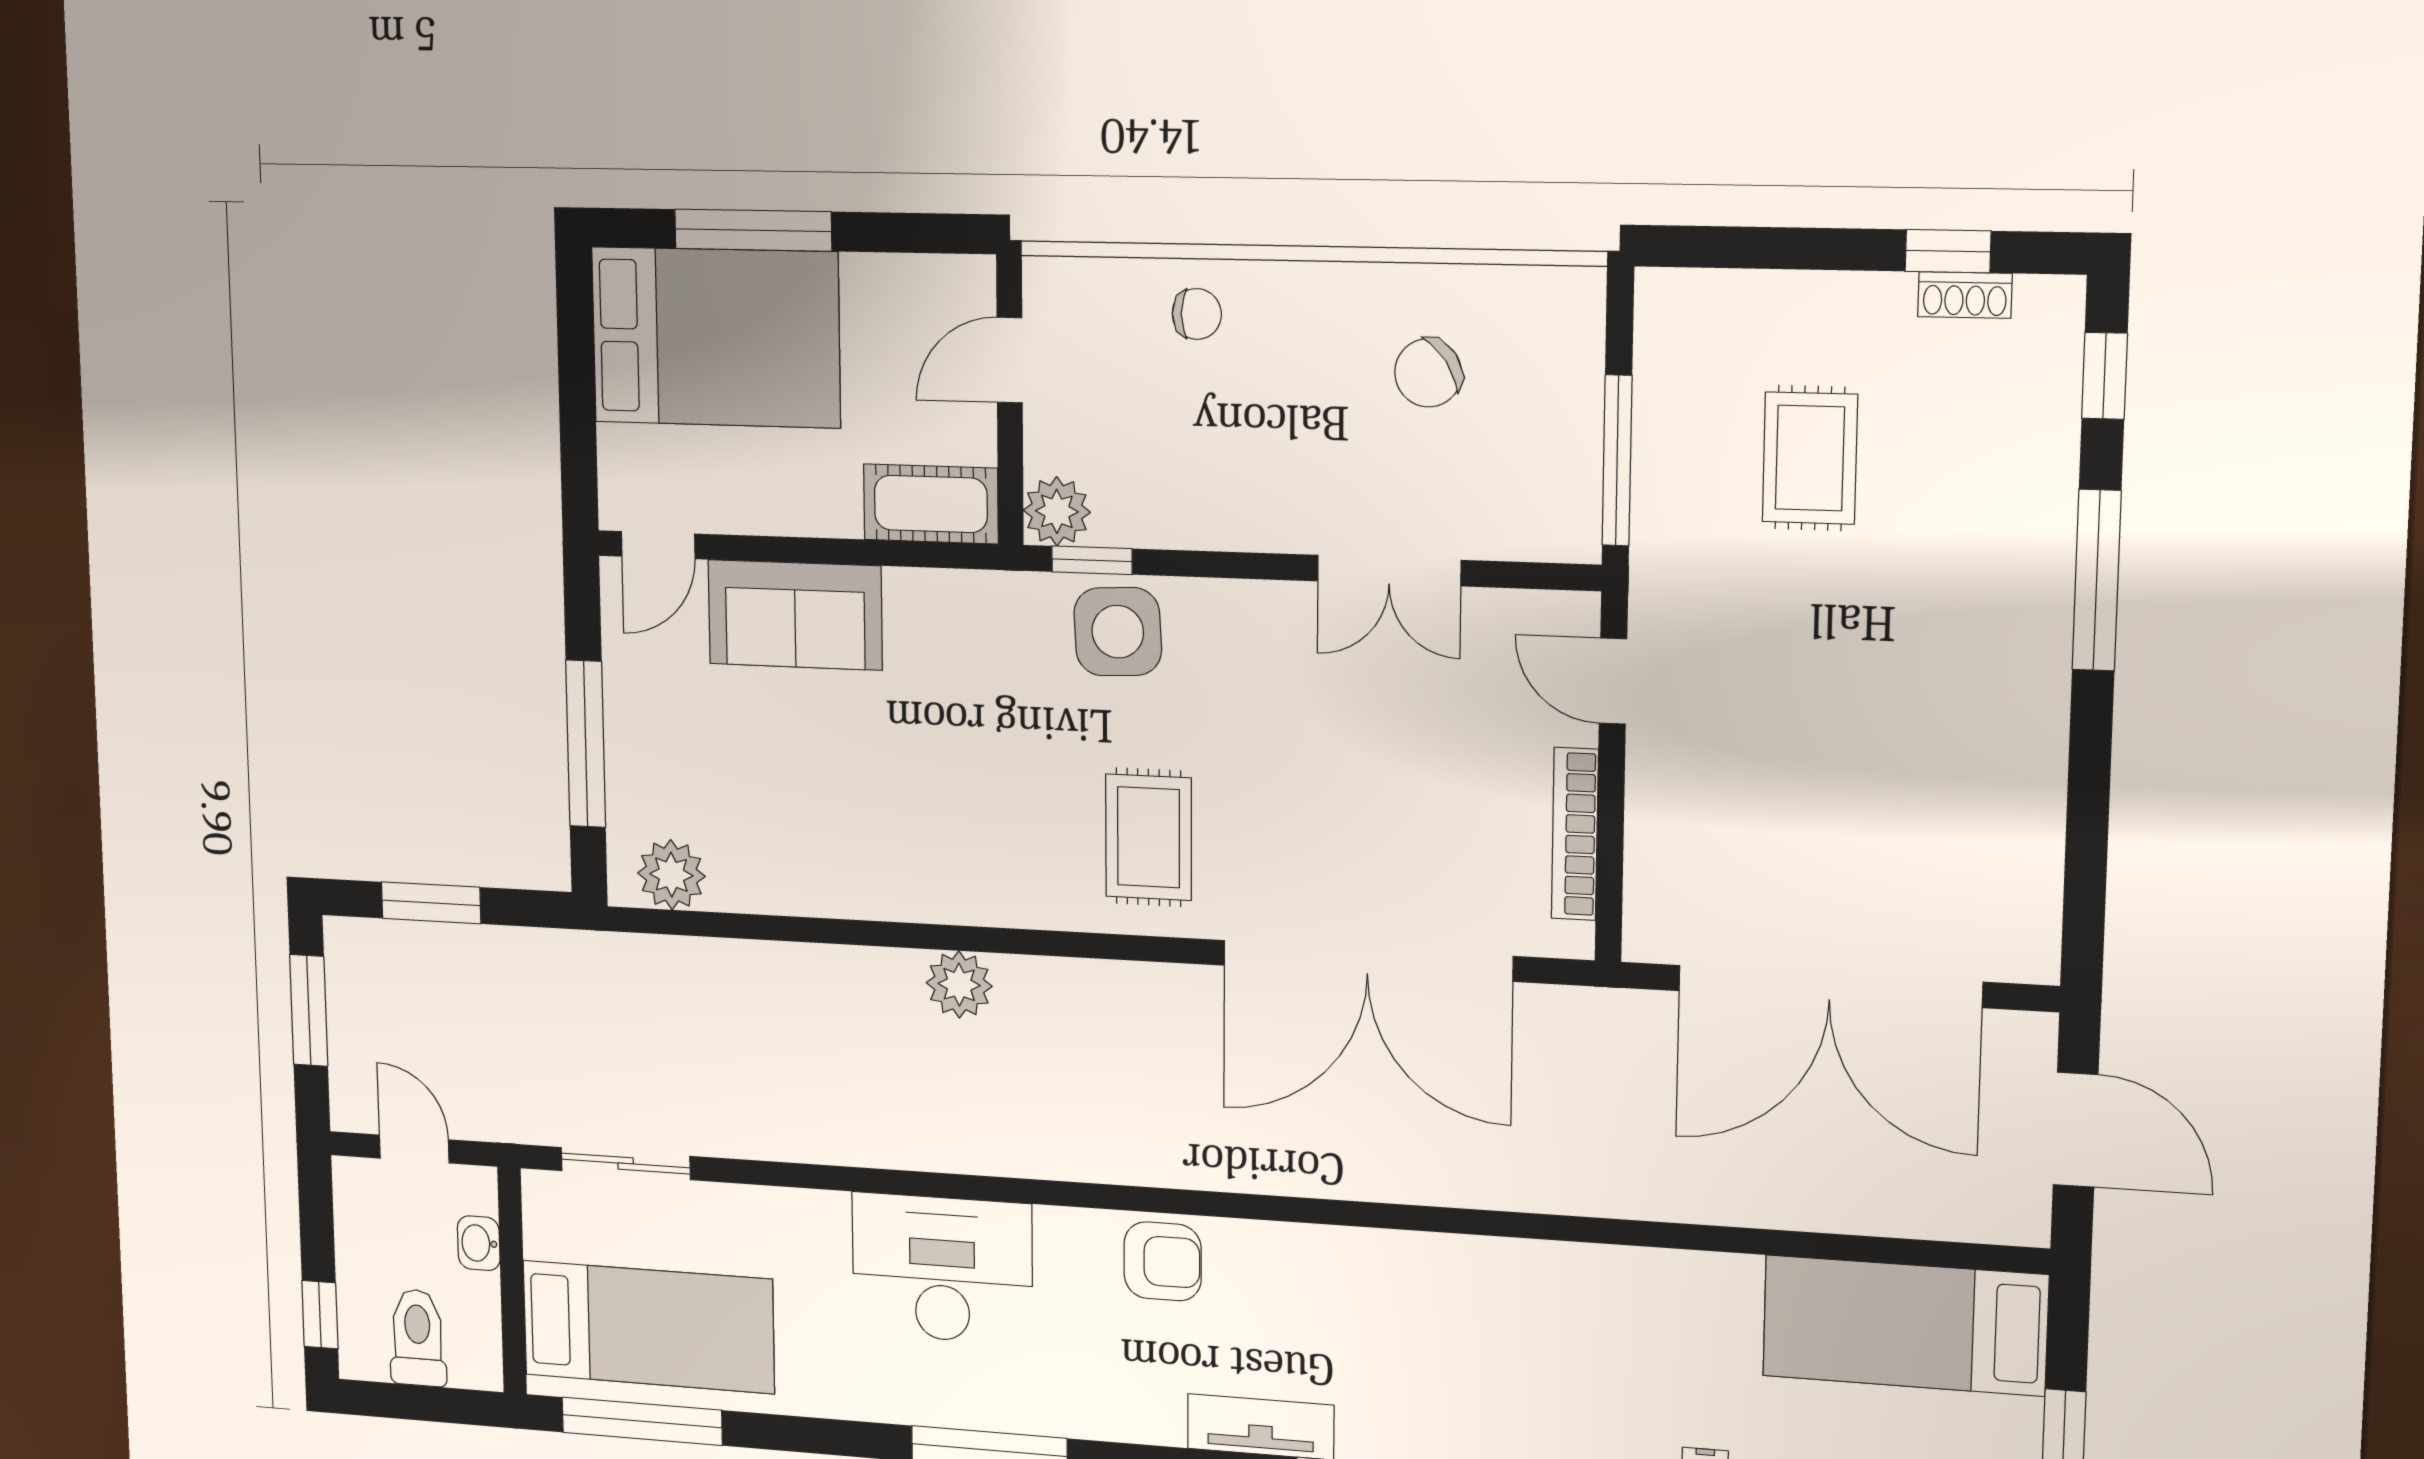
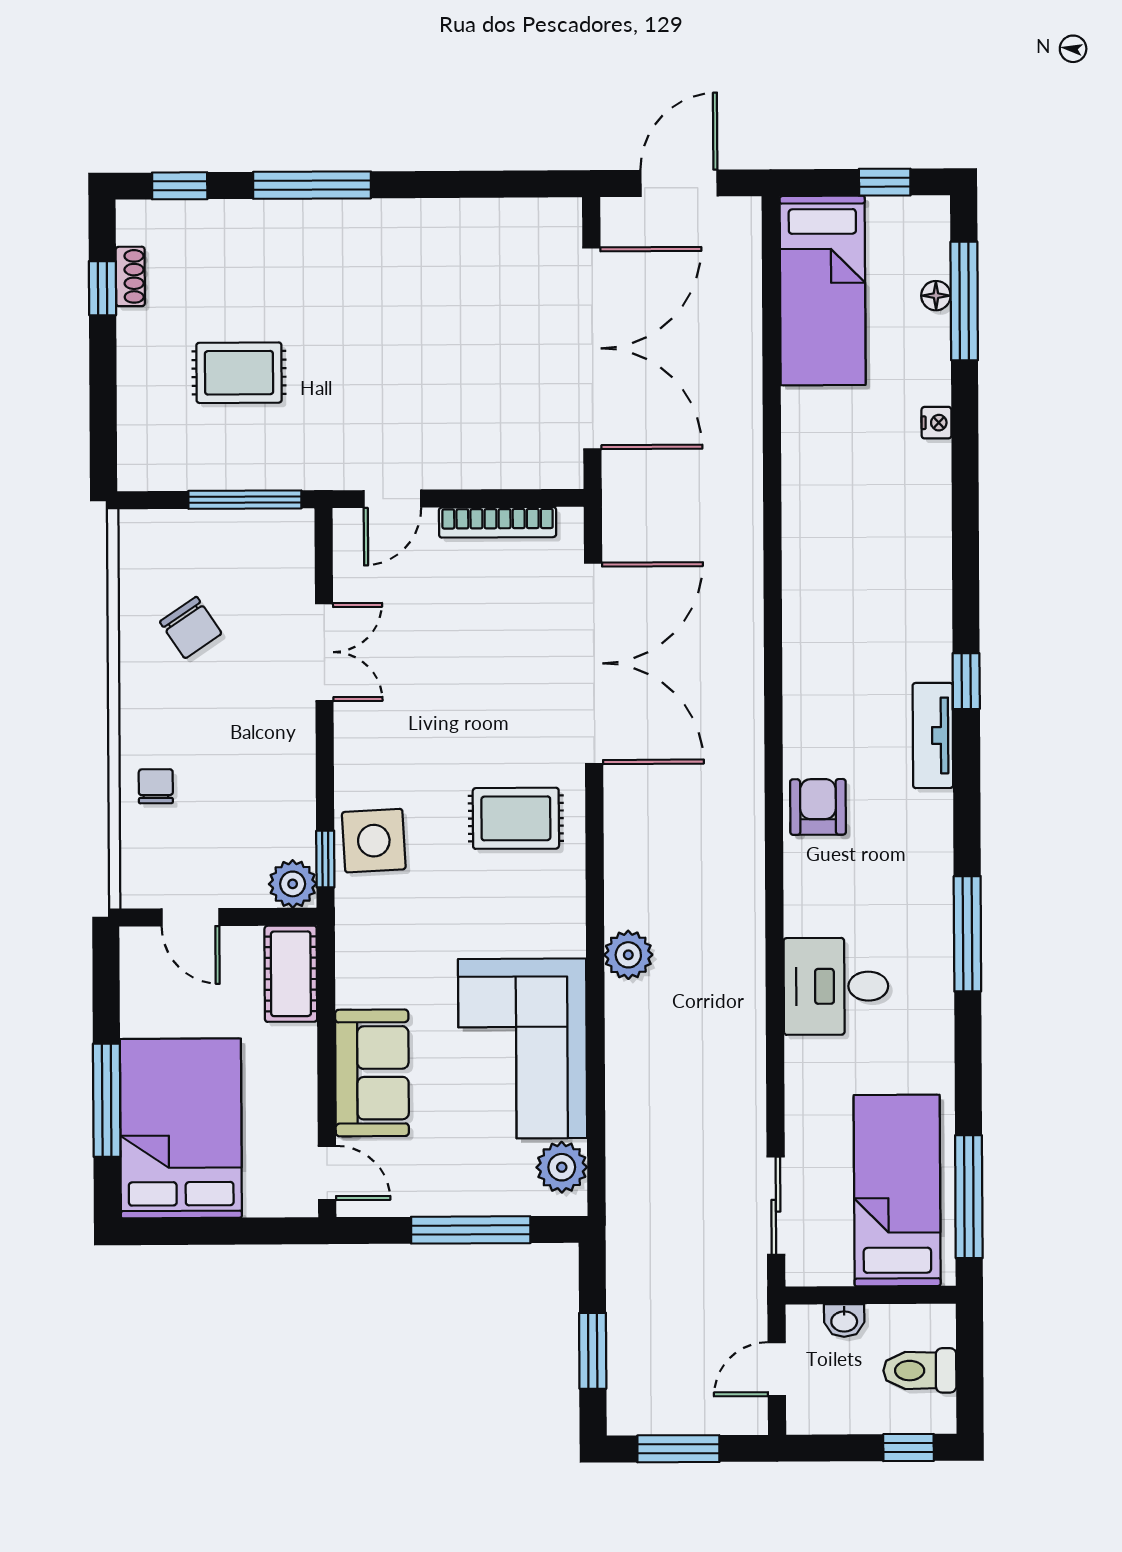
corner sofa: (830, 829) -> (523, 1048), added
desk: (942, 1269) -> (836, 986), width x0.73

